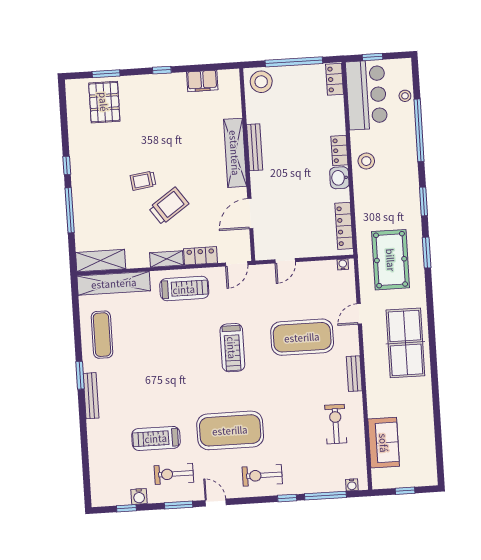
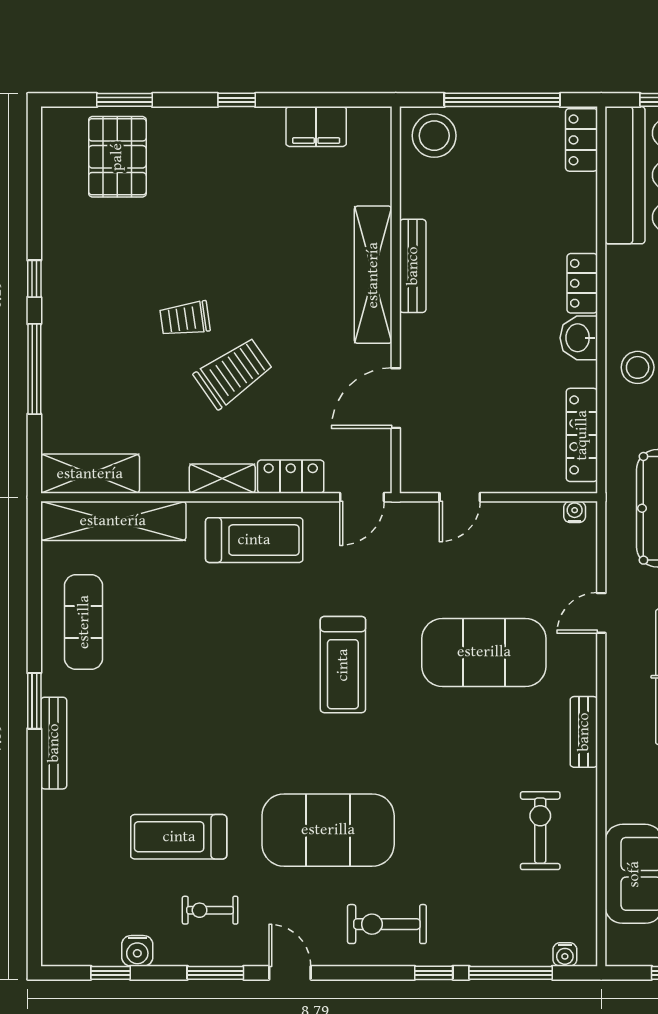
stool: (366, 161) -> (638, 367), moved
exercise bike: (174, 474) -> (210, 910), width x0.73, depth x0.72

